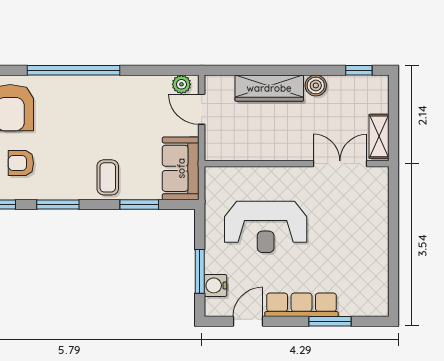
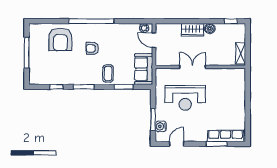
wardrobe: (269, 88) -> (193, 30), width x0.67
armchair: (21, 163) -> (92, 48), moved
double door: (340, 164) -> (193, 67), moved
row of seats: (302, 305) -> (226, 136), moved

